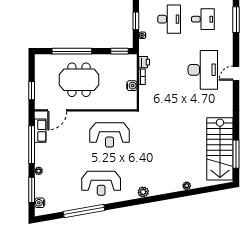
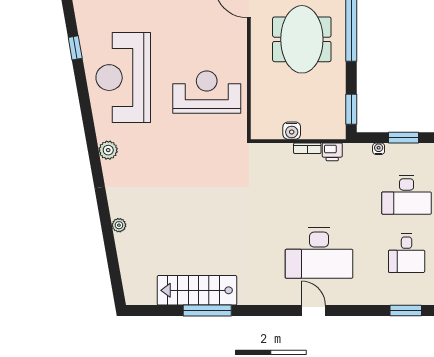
window: (236, 20) -> (406, 311), width x0.69
reception desk: (110, 135) -> (207, 92), turned 90
stairs: (220, 149) -> (197, 290), width x0.73, depth x0.66
window: (236, 154) -> (207, 311), moved
reception desk: (101, 183) -> (123, 78), width x1.36, depth x1.30
window: (84, 211) -> (75, 48), width x0.32

